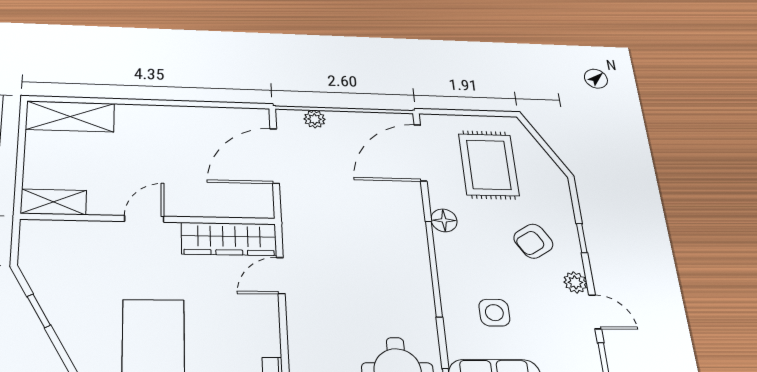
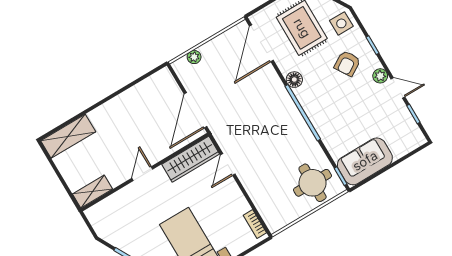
door: (275, 156) -> (195, 110), moved
side table: (494, 313) -> (341, 23), moved

